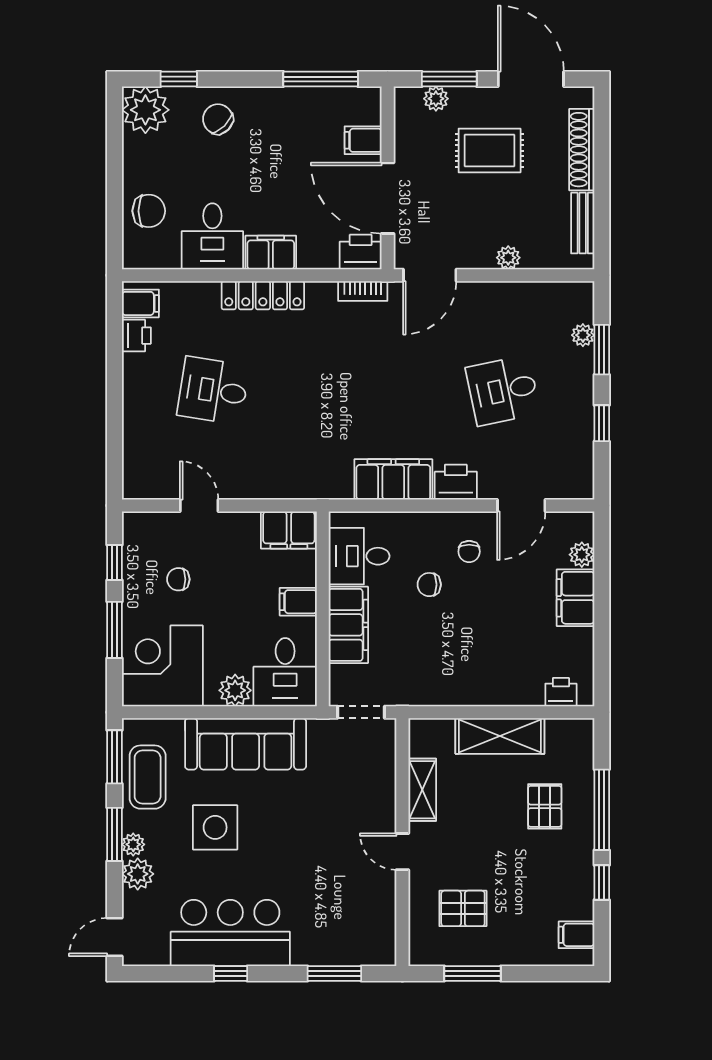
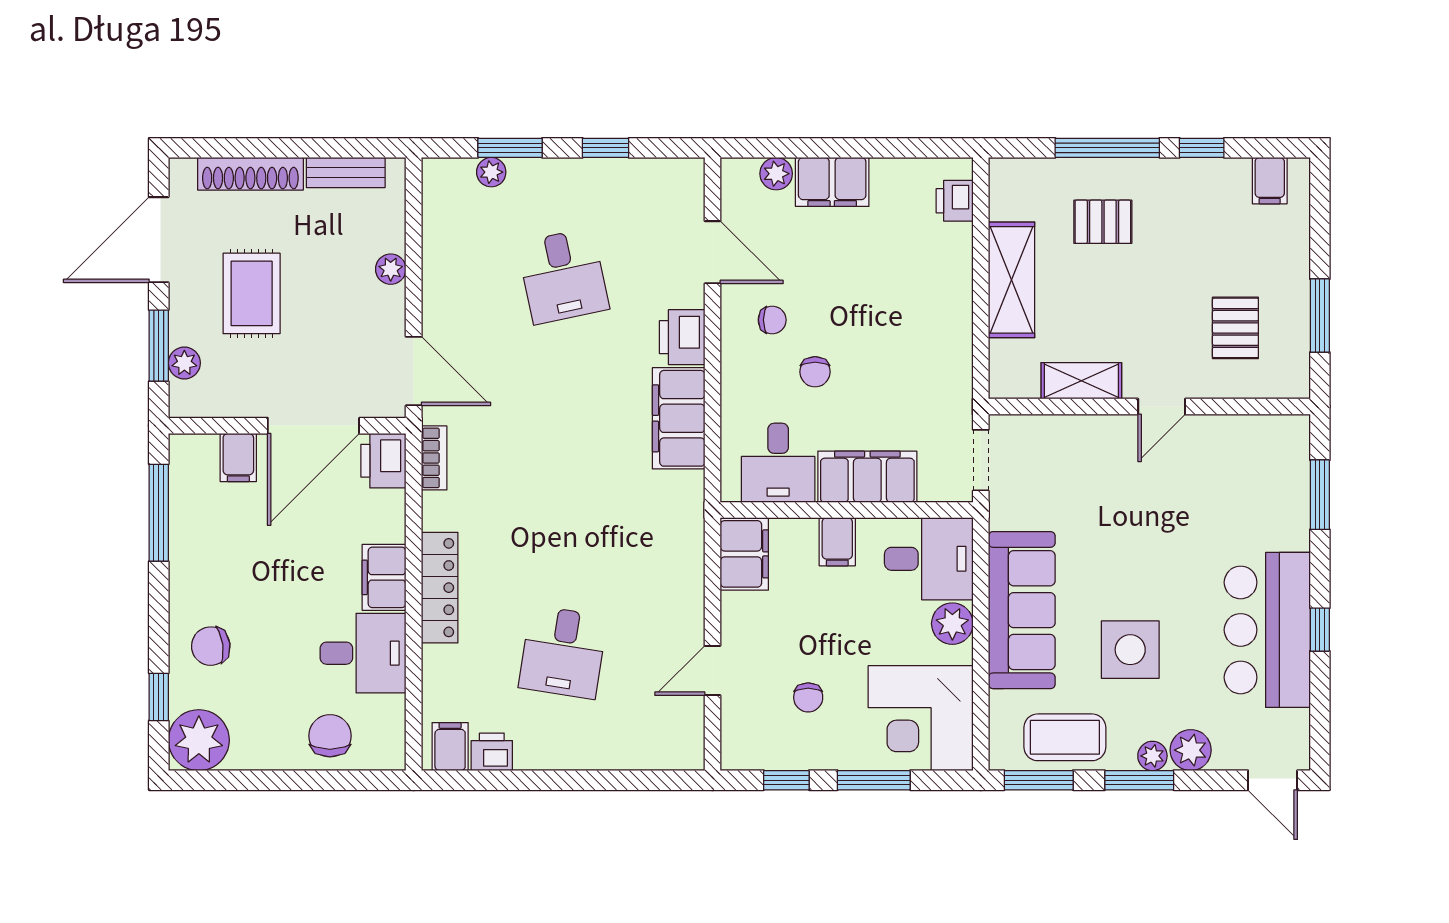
chair: (218, 119) -> (211, 646), turned 37

